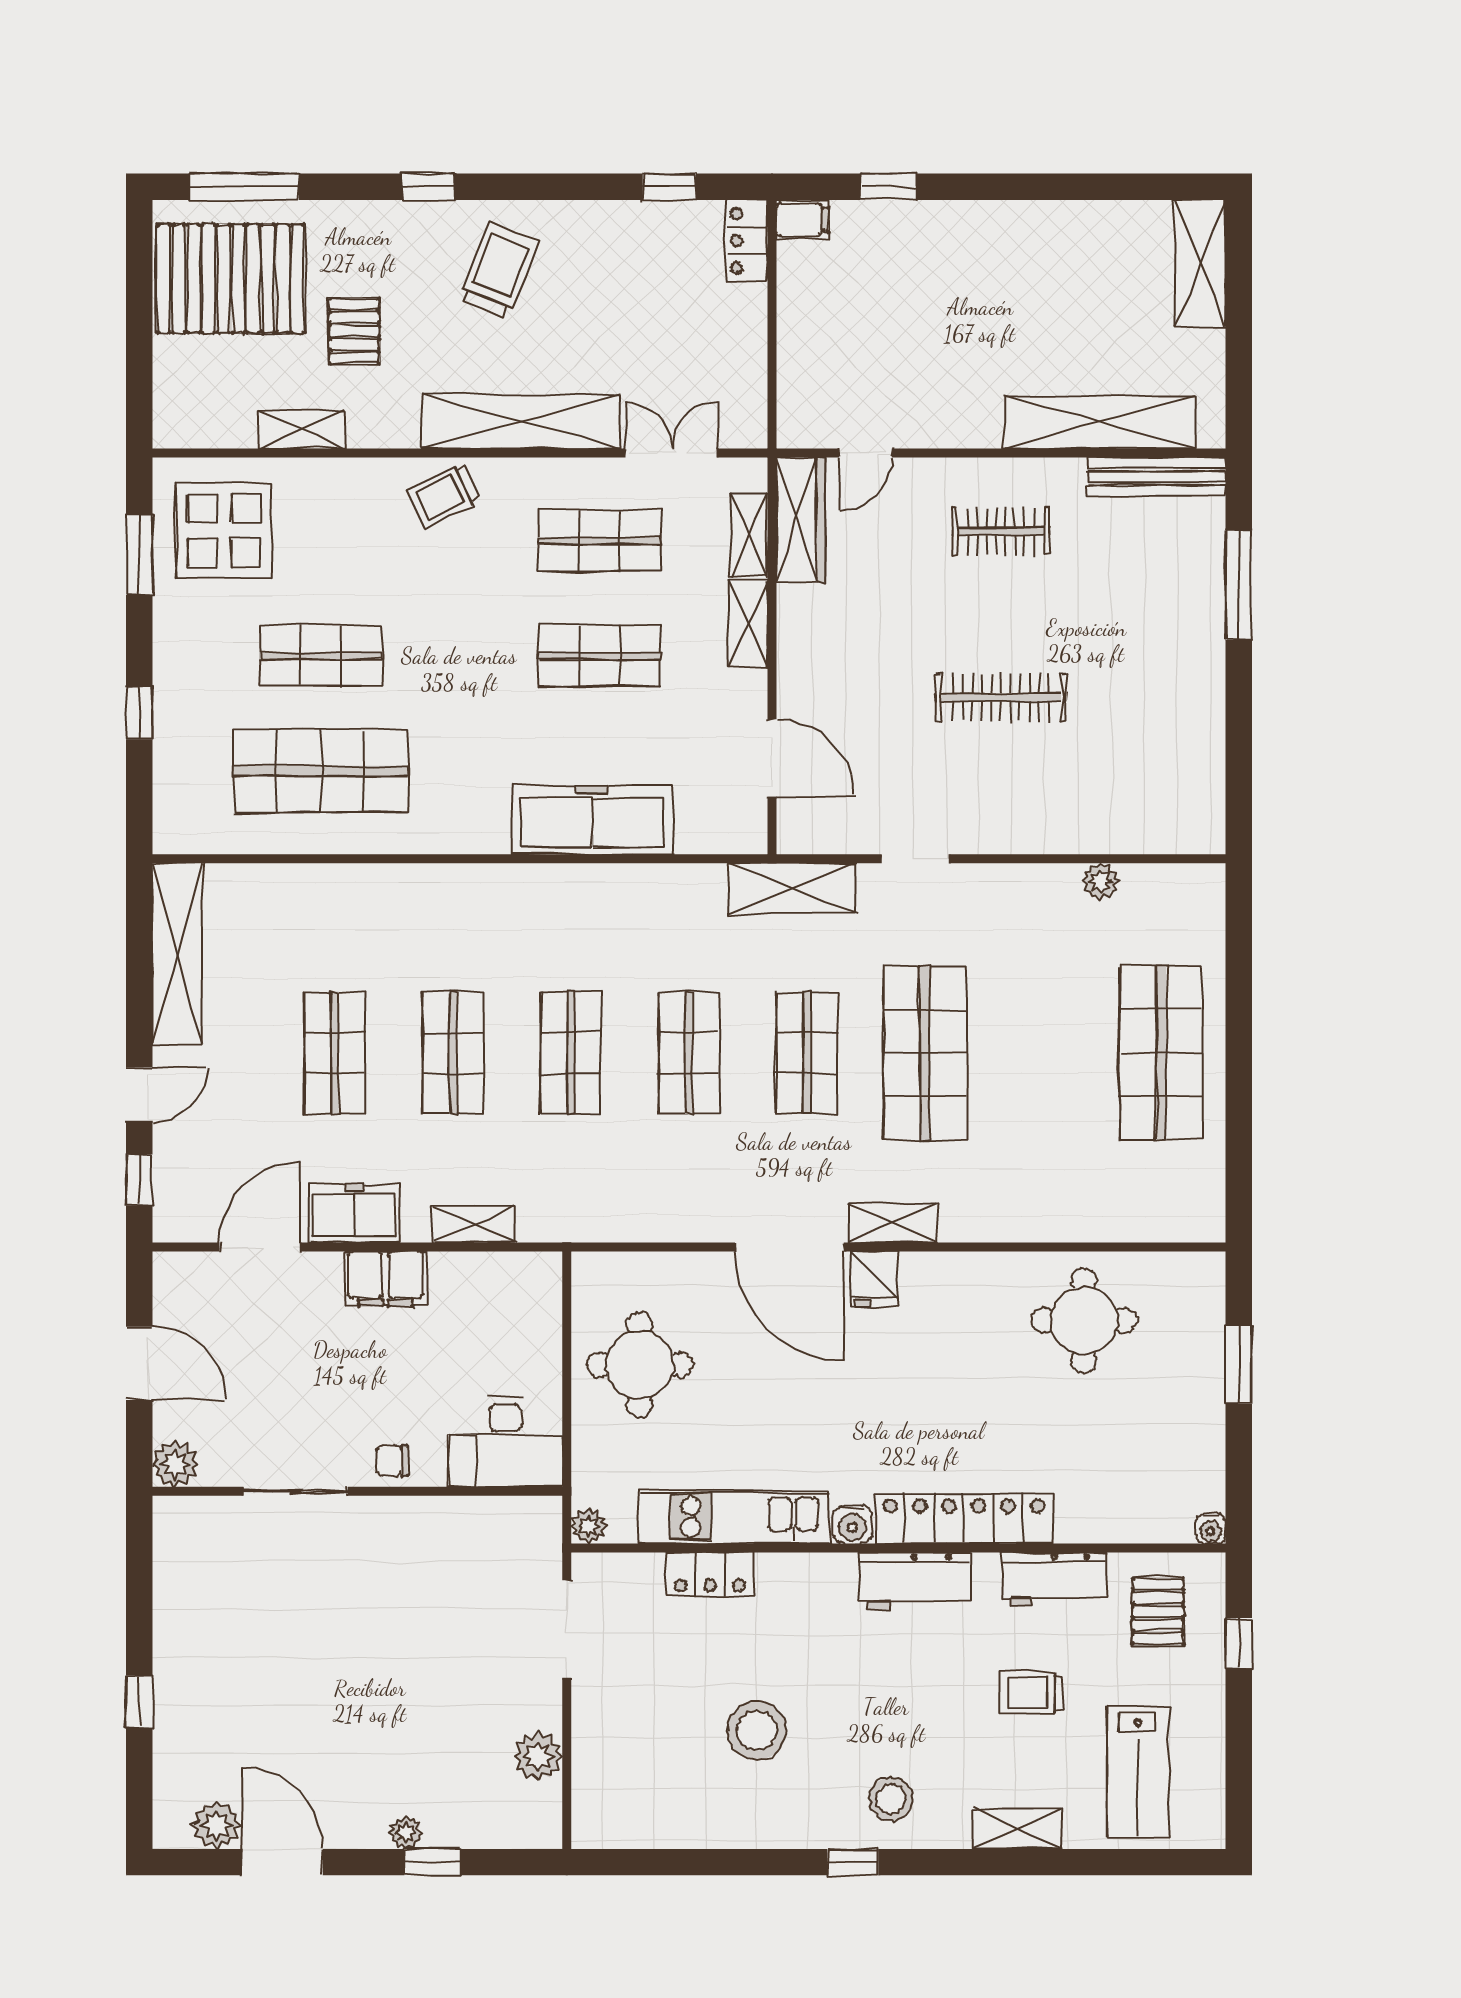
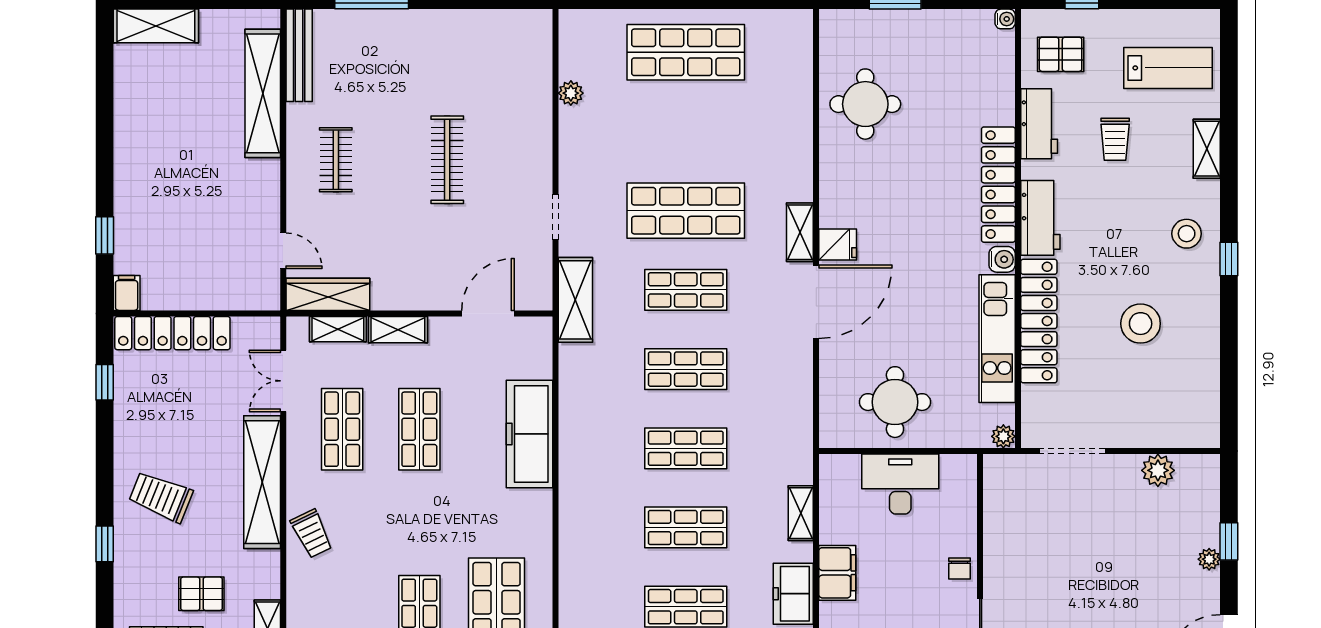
locker: (747, 241) -> (172, 333), width x2.16, depth x1.21
desk: (505, 1442) -> (900, 484), moved, turned -90
locker: (710, 1574) -> (1039, 321), width x2.16, depth x1.21

